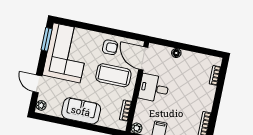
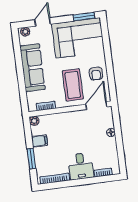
desk: (154, 88) -> (81, 166), moved, turned 180
sofa: (81, 111) -> (32, 68), width x1.36

